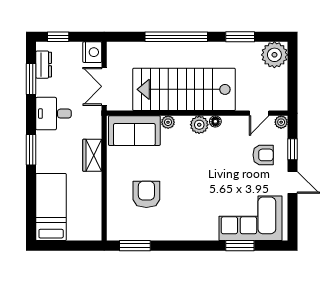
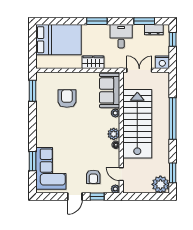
window: (240, 37) -> (173, 173), moved
armchair: (146, 194) -> (67, 99), turned -90
bed: (51, 207) -> (58, 40), width x1.50

